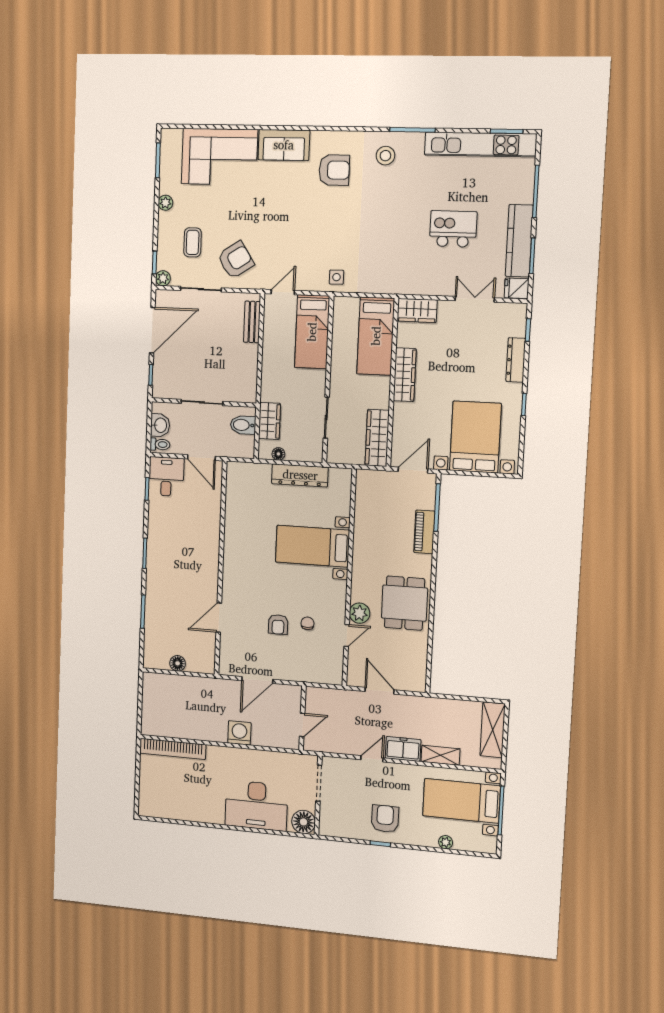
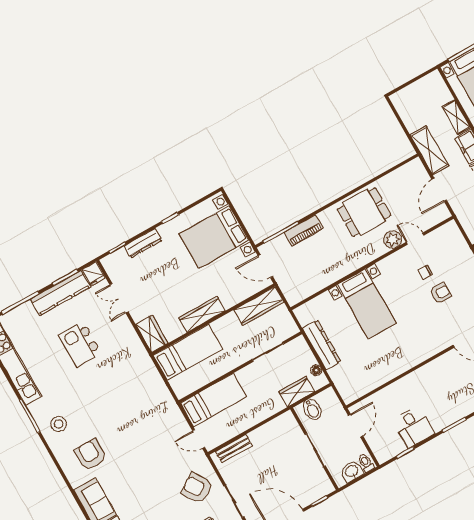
side table: (336, 277) -> (164, 406), removed
desk: (166, 477) -> (414, 427), moved, turned -90
shelving: (493, 730) -> (429, 150), moved, turned 90

